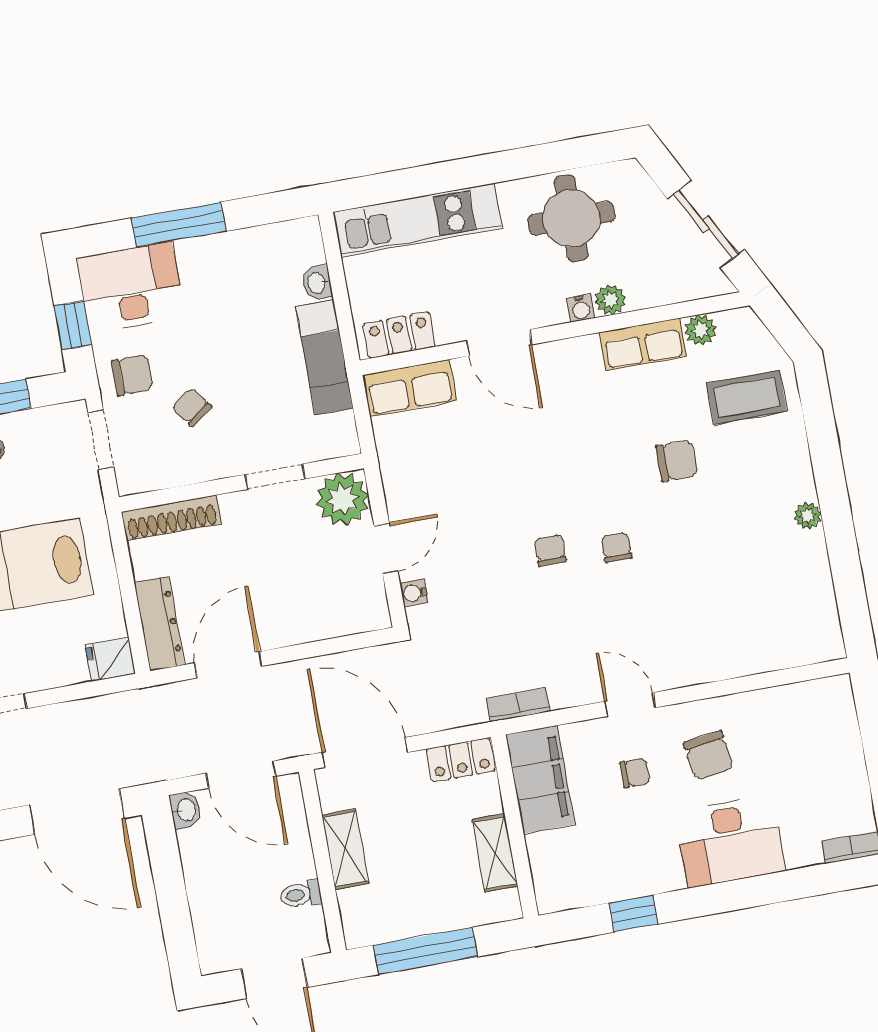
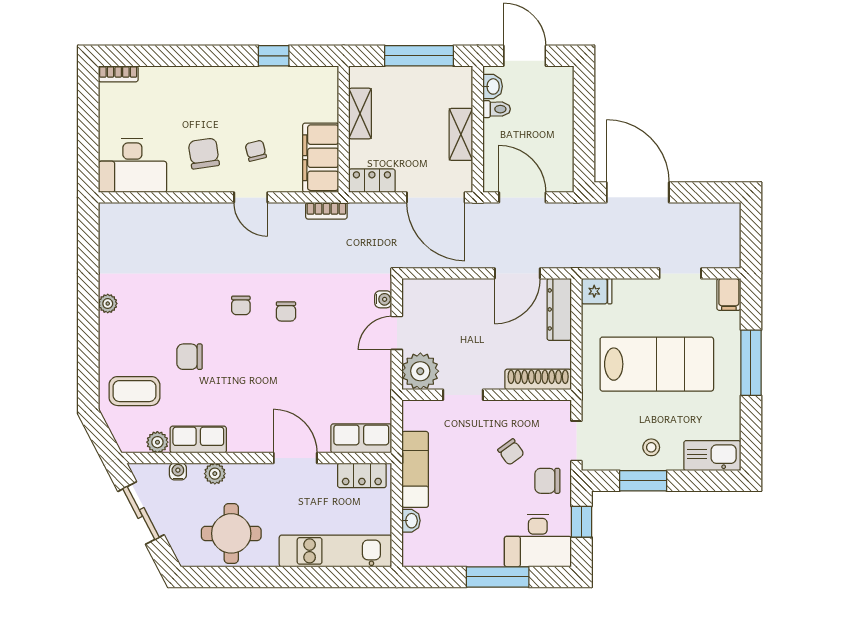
water cooler: (581, 308) -> (178, 471), moved
chair: (635, 773) -> (256, 151), turned 76
washbasin: (186, 810) -> (493, 86), moved, turned 180
desk: (730, 841) -> (132, 166), moved, turned 180

